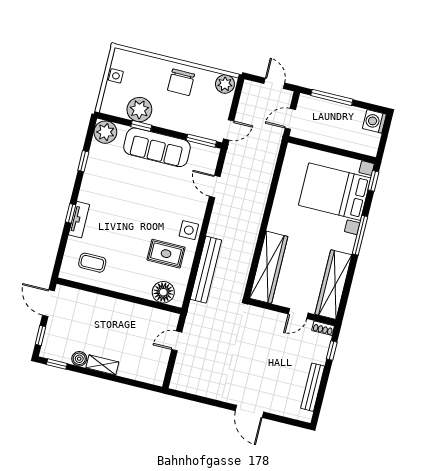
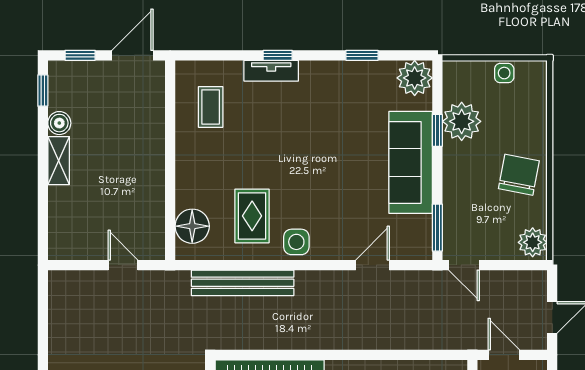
chair: (181, 82) -> (519, 175), turned 101

